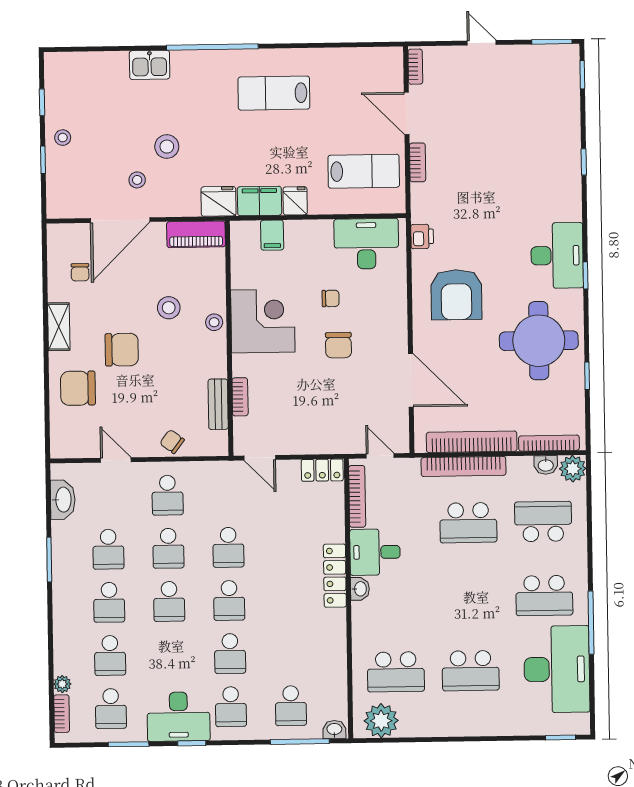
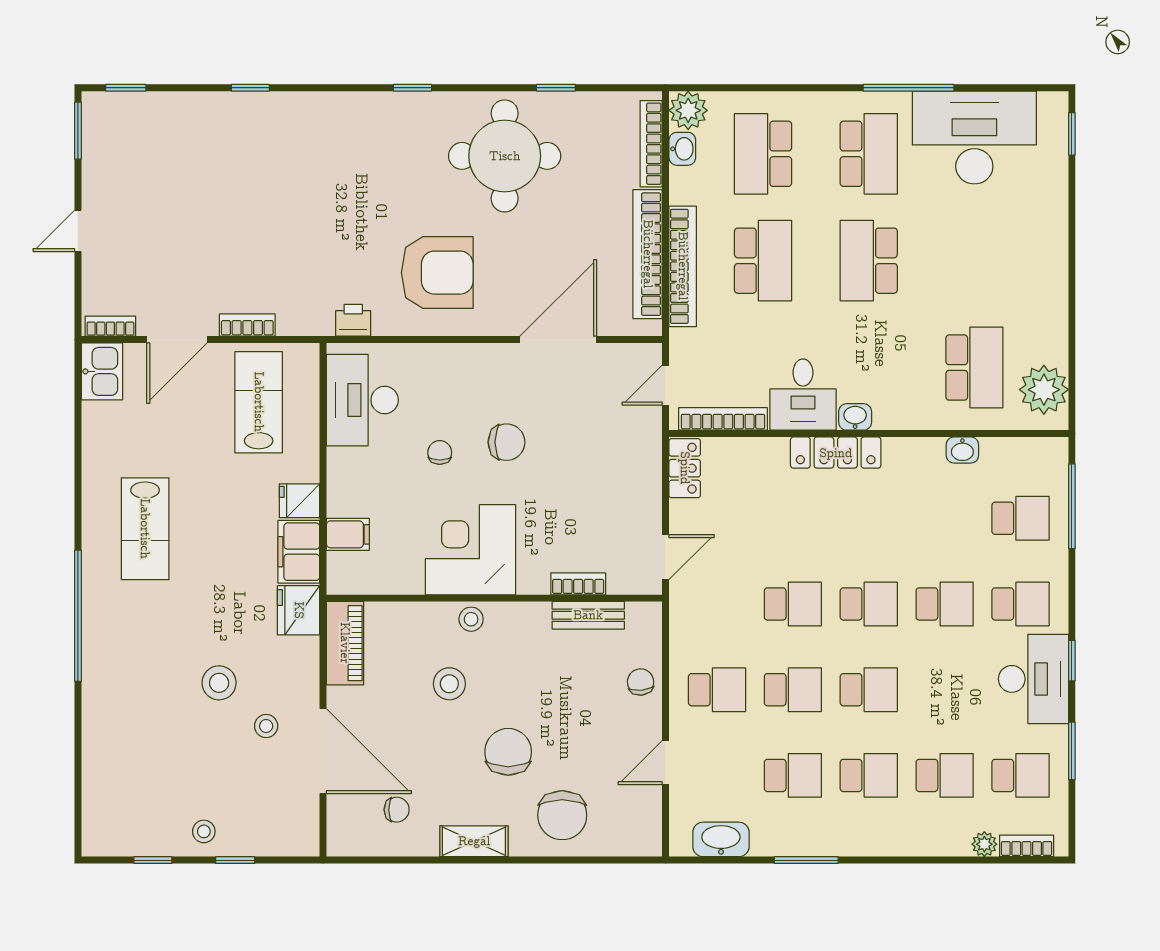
kitchen sink: (150, 65) -> (102, 371), moved
desk: (557, 255) -> (383, 128), removed
chair: (172, 442) -> (641, 682), turned 137
school desk: (471, 671) -> (869, 261), moved, turned 180
washbasin: (334, 730) -> (962, 450), moved, turned -90

